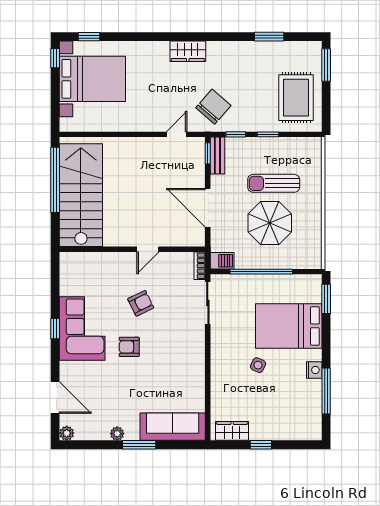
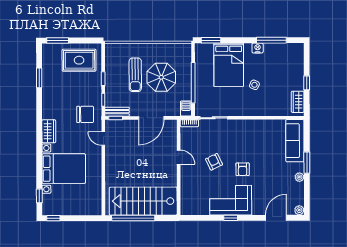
bed with nightstands: (92, 79) -> (64, 169), moved, turned 90
chair: (213, 107) -> (85, 114), turned 139

